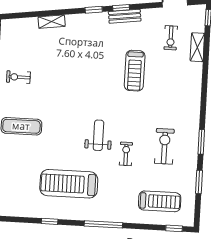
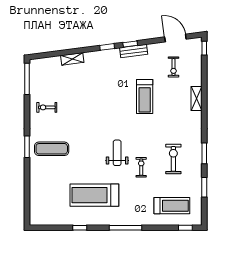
shelving: (197, 47) -> (196, 98), moved

